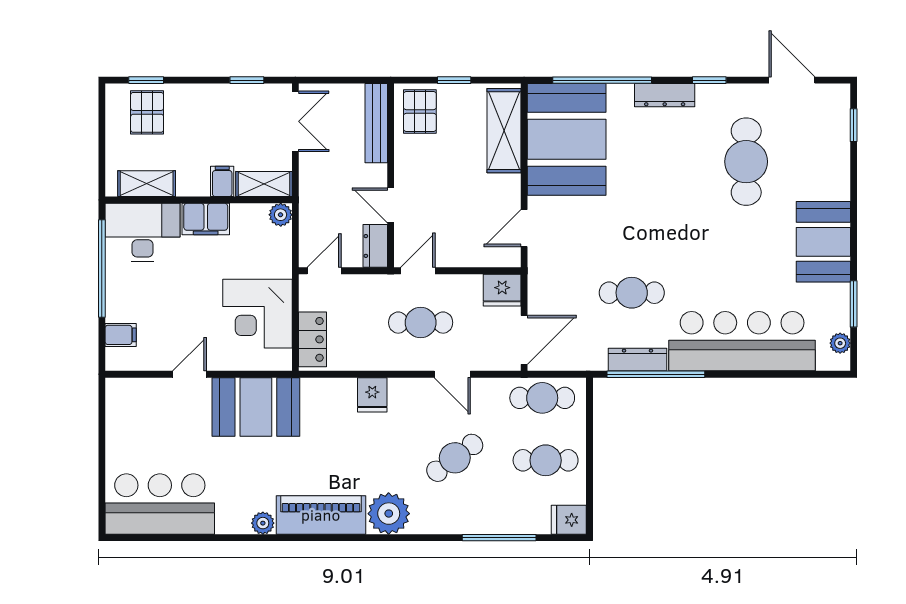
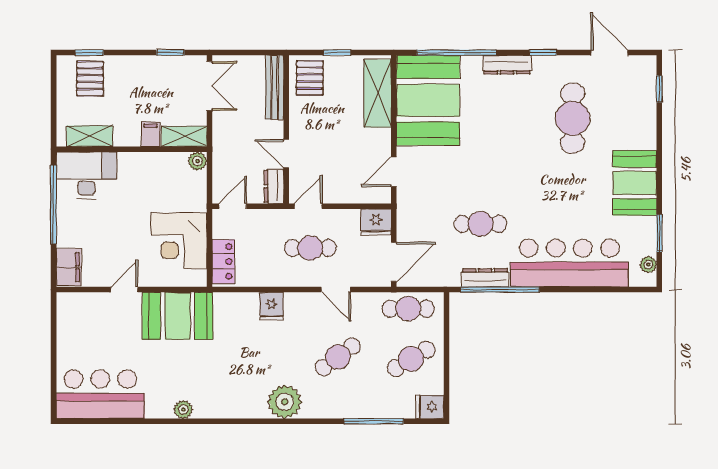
filing cabinet: (206, 219) -> (137, 165), removed
filing cabinet: (121, 335) -> (69, 267), width x2.00
cafe table: (546, 460) -> (411, 359), turned -31
piano: (321, 515) -> (230, 403), removed

